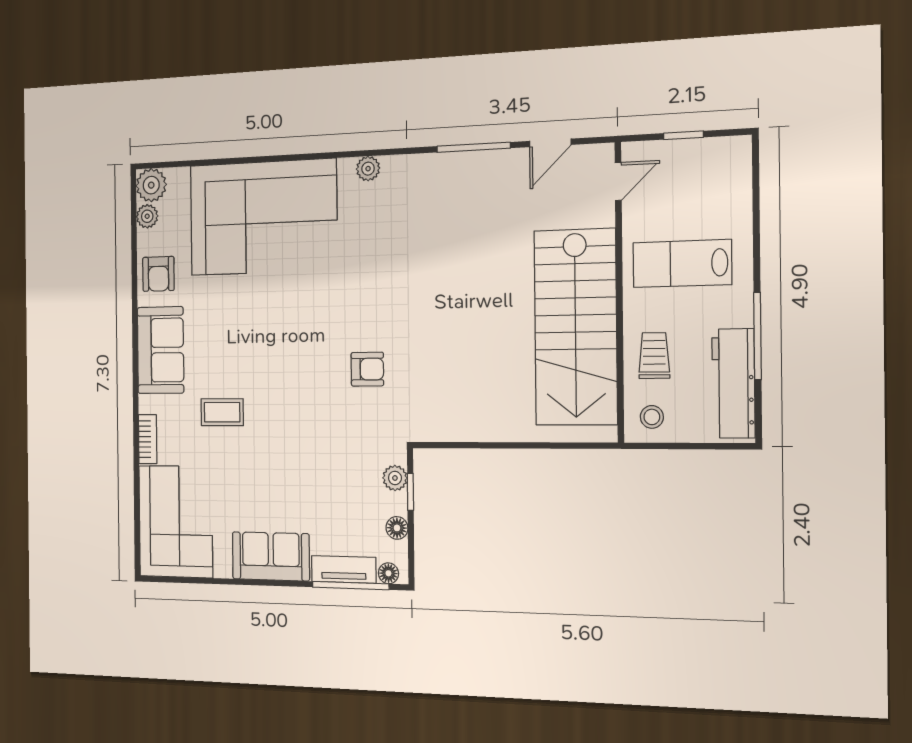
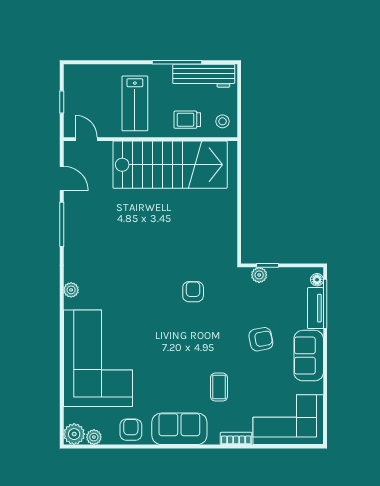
armchair: (158, 274) -> (131, 430), turned -90
armchair: (295, 480) -> (261, 339), added
floor lamp: (397, 528) -> (289, 274), removed

